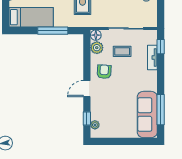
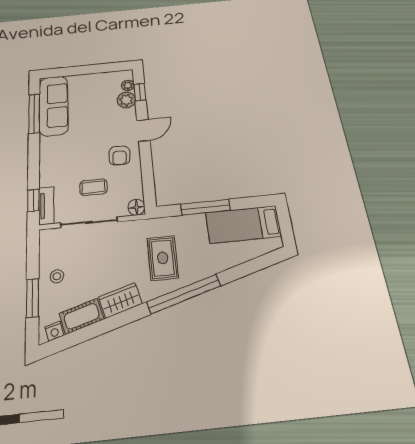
plant: (97, 48) -> (126, 100), moved
tv unit: (152, 57) -> (46, 206), moved

